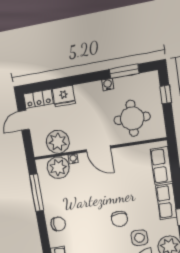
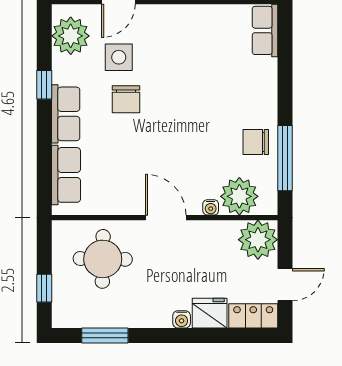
water cooler: (108, 84) -> (182, 319), moved
plant: (58, 142) -> (258, 240), moved
chair: (119, 219) -> (126, 99), moved, turned 180
chair: (58, 224) -> (256, 142), moved

